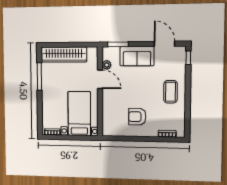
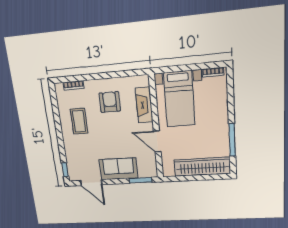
plant: (107, 65) -> (151, 158), removed
coffee table: (170, 92) -> (79, 121), moved
fireplace: (108, 111) -> (144, 105), added
armchair: (137, 117) -> (110, 102), turned -90

